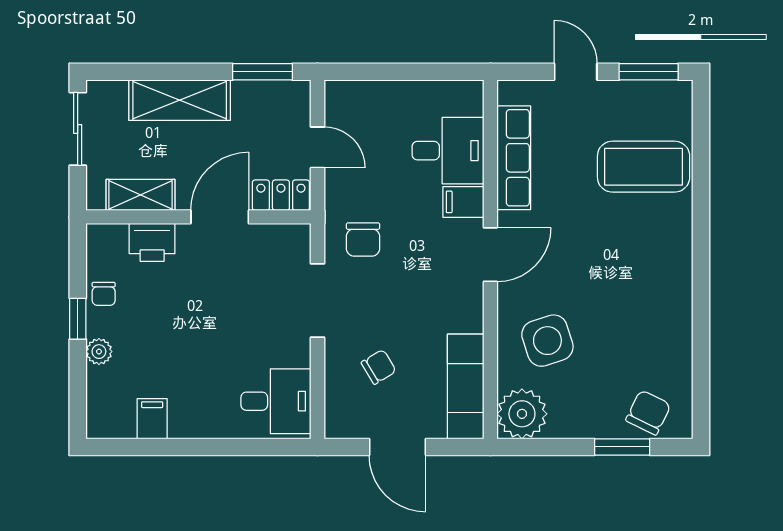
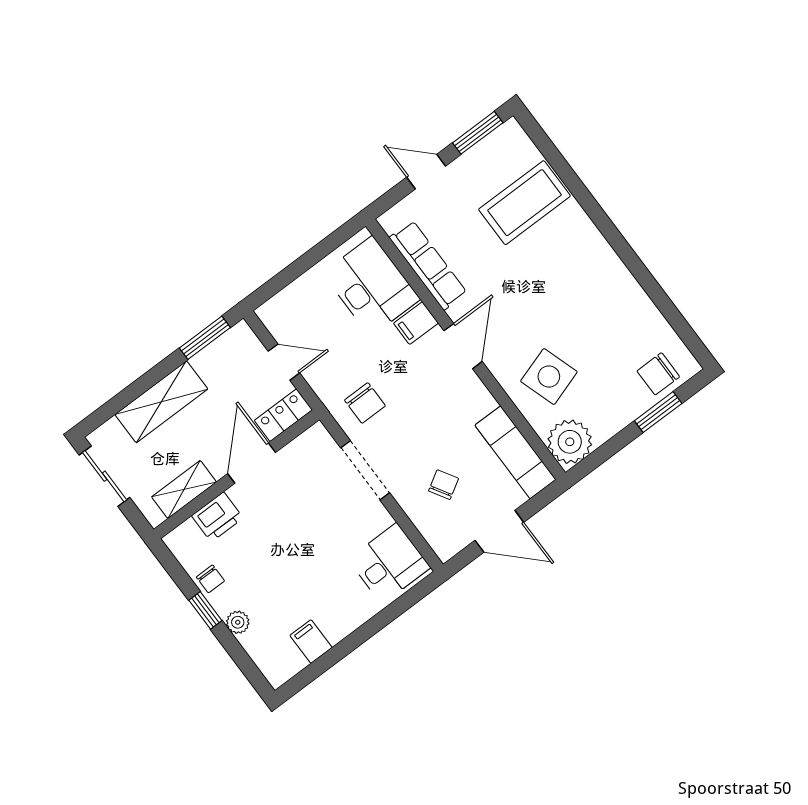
desk: (448, 151) -> (371, 286), width x1.37
chair: (648, 412) -> (658, 374), turned -116

